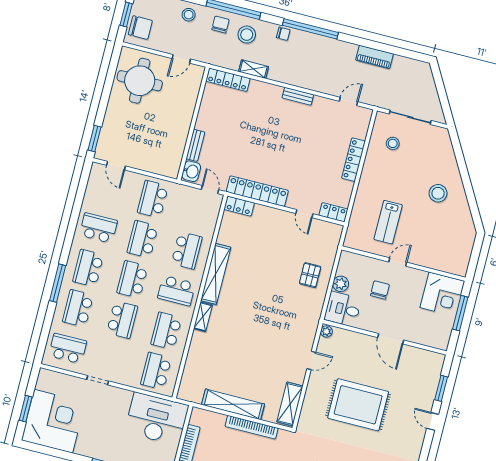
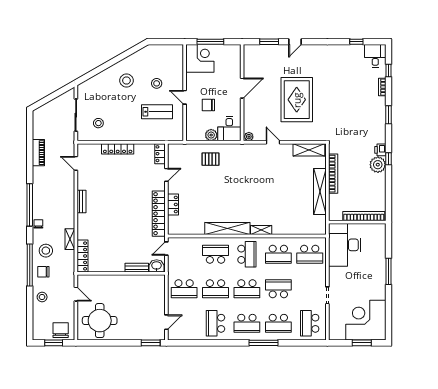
locker: (239, 206) -> (173, 204), moved
stool: (424, 231) -> (157, 83), added

